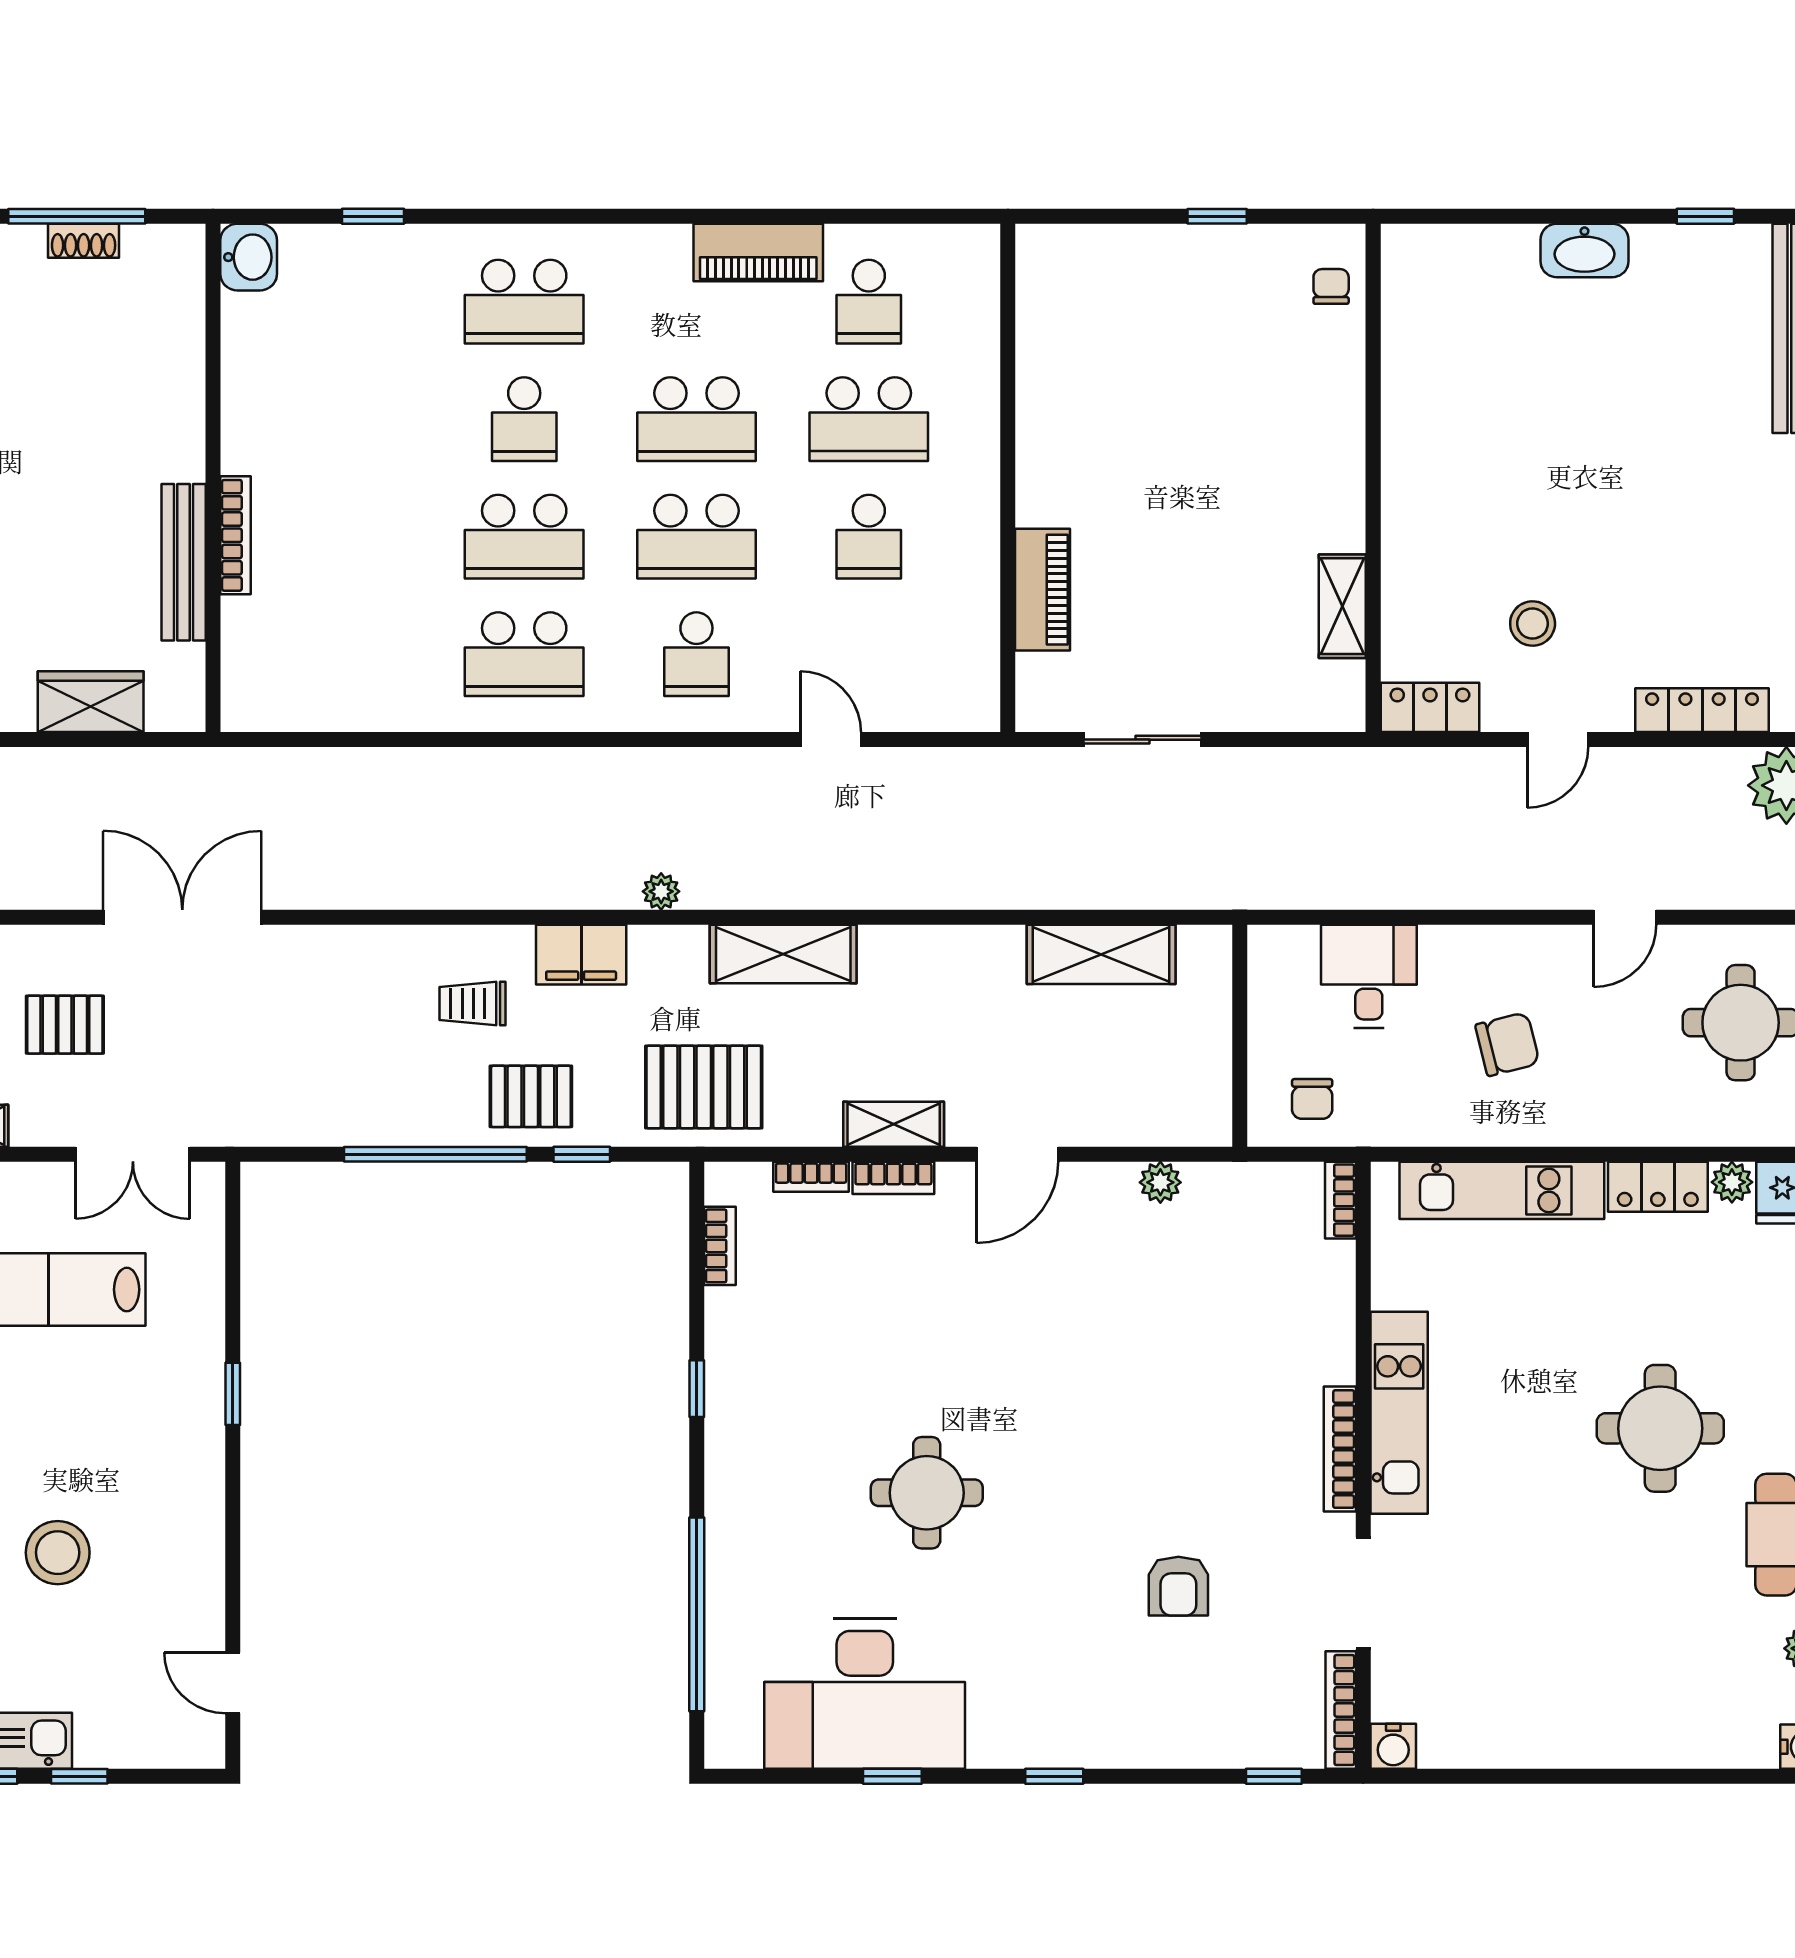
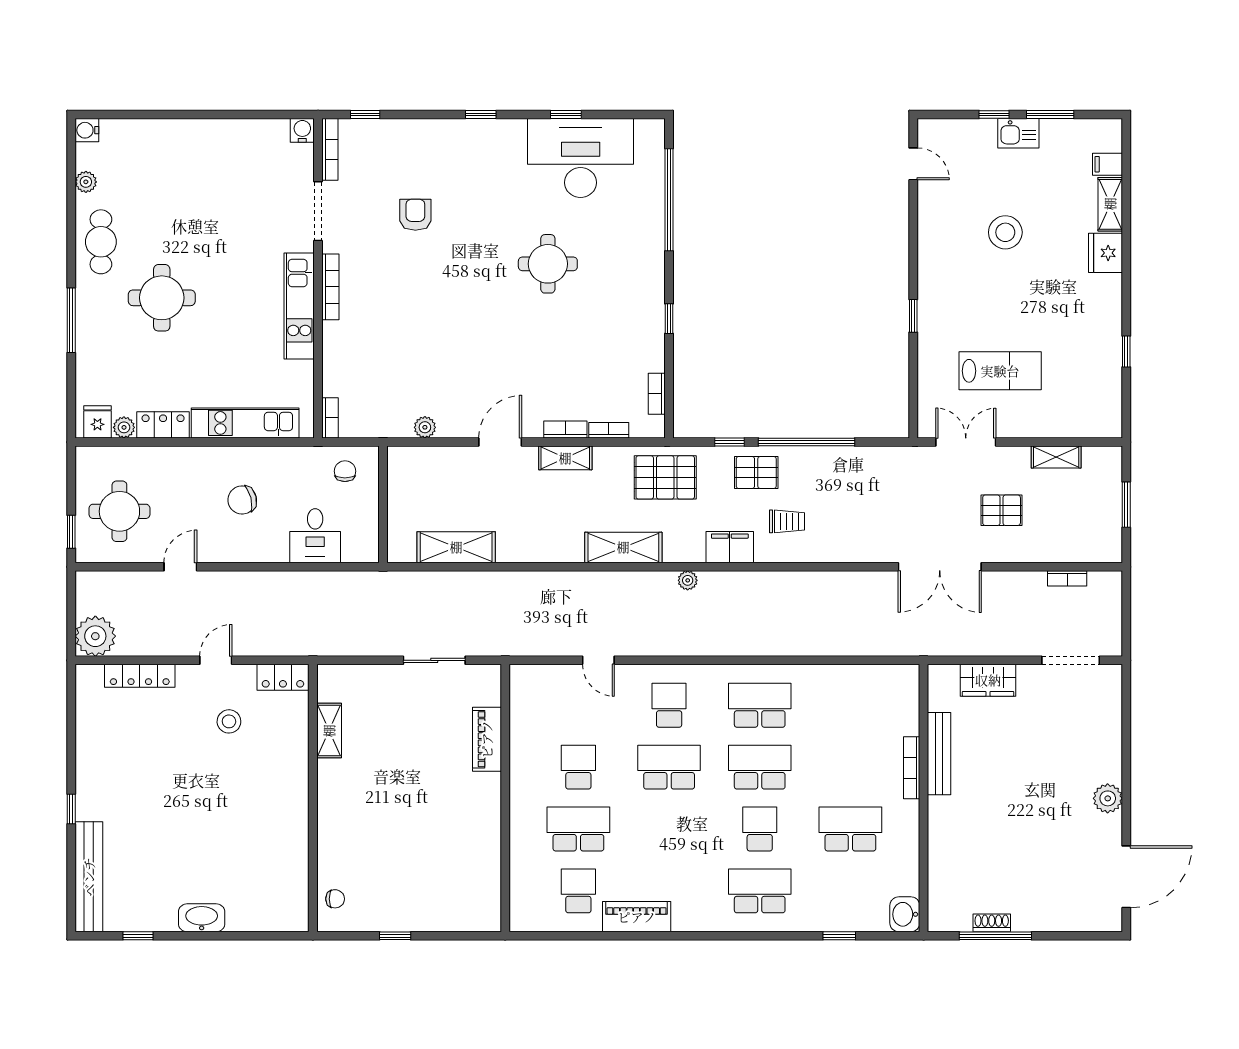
chair: (1331, 286) -> (335, 899), turned -90
school desk: (696, 419) -> (850, 829), moved

